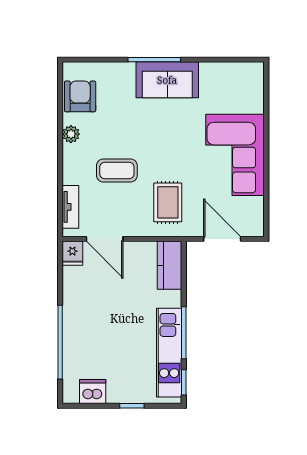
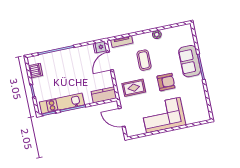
sofa: (167, 80) -> (190, 61), moved
armchair: (80, 96) -> (166, 82), moved
door: (222, 239) -> (122, 117), swing flipped

